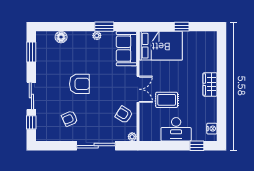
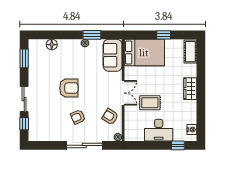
cot: (210, 45) -> (190, 52), added
armchair: (70, 119) -> (78, 117), moved

